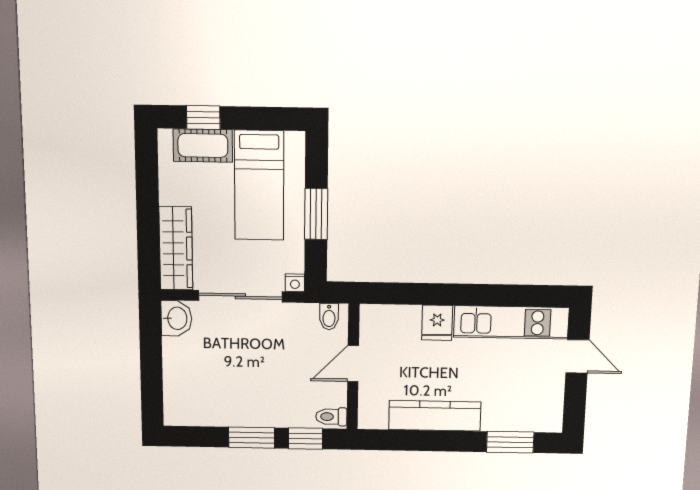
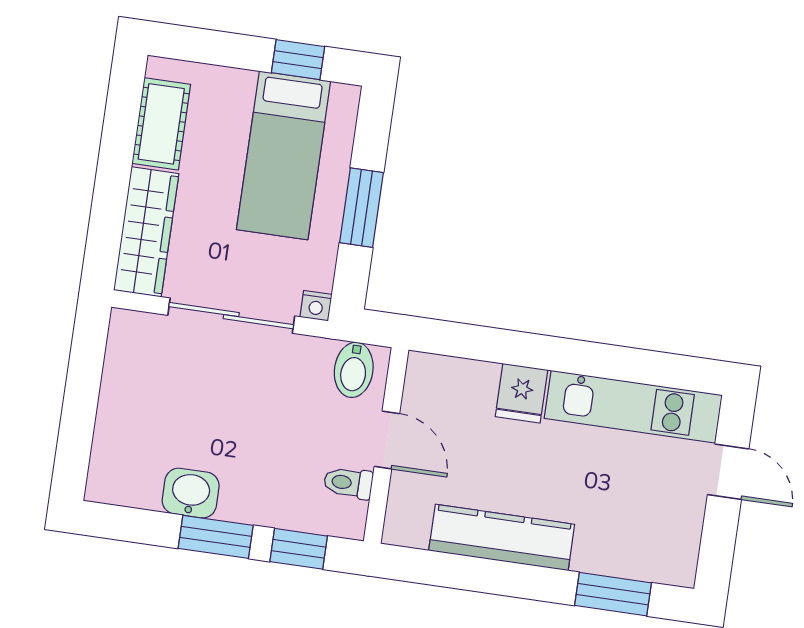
window: (203, 117) -> (298, 60), moved
cot: (203, 146) -> (161, 124), moved, turned 90
bidet: (329, 317) -> (354, 370), width x1.38, depth x1.36
washbasin: (176, 318) -> (191, 493), moved, turned -90
door: (353, 364) -> (387, 440), swing flipped
toilet: (331, 417) -> (348, 483), moved

